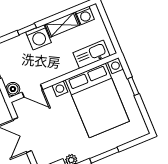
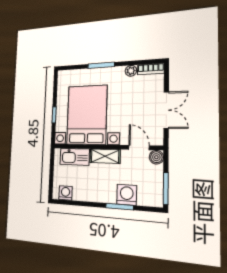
shelving: (62, 25) -> (105, 156), moved
window: (27, 29) -> (119, 207), width x1.50
washing machine: (38, 37) -> (127, 195), moved

